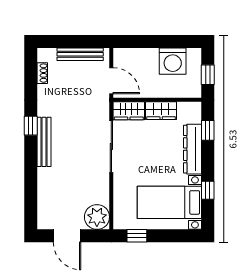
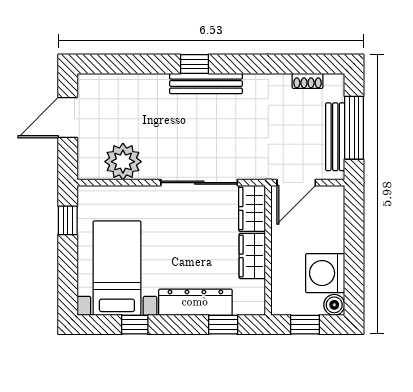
window: (74, 41) -> (354, 128), added
boiler: (194, 55) -> (334, 305), added
window: (31, 126) -> (194, 64), moved
plant: (97, 217) -> (123, 162), moved

